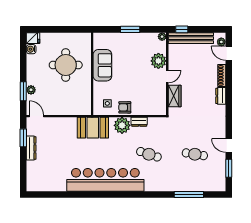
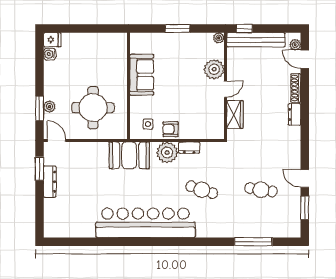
round table: (66, 65) -> (93, 108), moved

